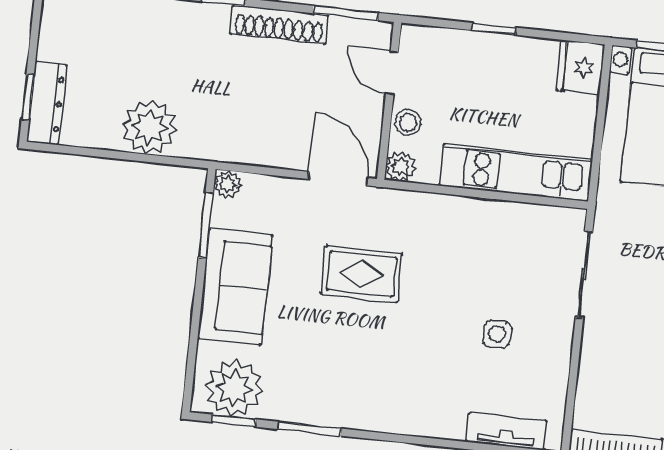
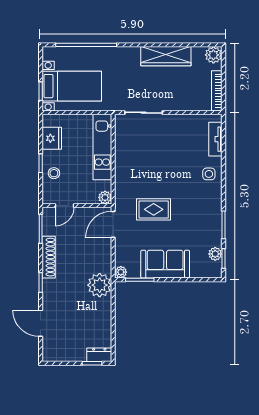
fridge: (580, 67) -> (52, 138), moved, turned -90
dresser: (47, 103) -> (99, 355), width x0.70
stool: (408, 122) -> (54, 173), moved
plant: (150, 127) -> (100, 285), moved
rug: (362, 274) -> (154, 209), turned 90
side table: (497, 334) -> (209, 174), moved
plant: (234, 388) -> (215, 254), width x0.53, depth x0.53

